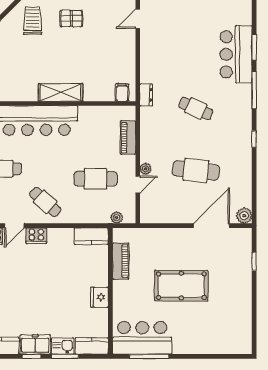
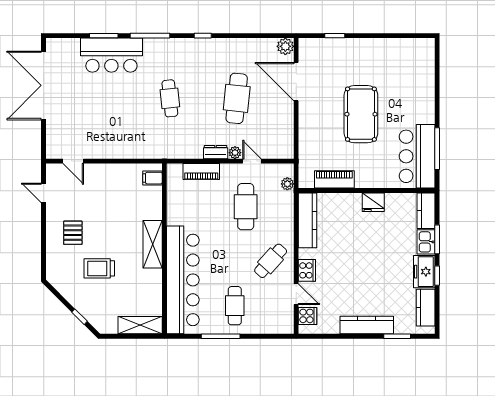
trolley: (33, 21) -> (99, 268), moved
dresser: (146, 95) -> (216, 152), moved
cafe table: (196, 108) -> (170, 98), turned -30
kitchen counter: (91, 236) -> (308, 220), width x1.50

